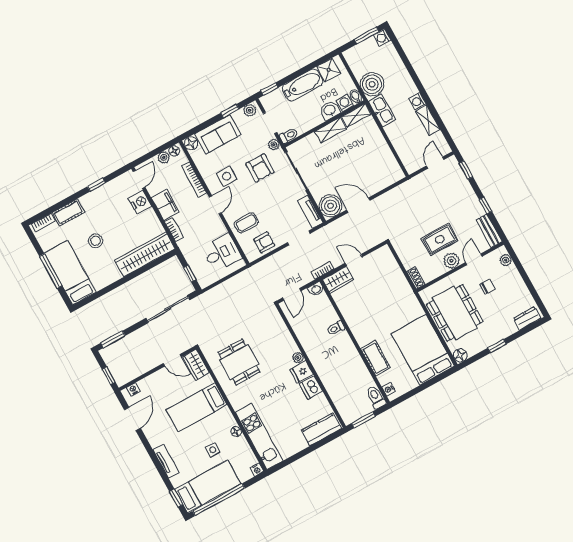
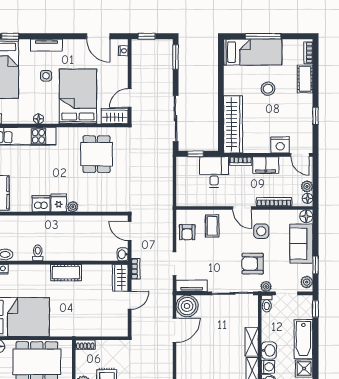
desk: (222, 253) -> (214, 172), moved, turned 180
toilet: (336, 328) -> (38, 253), moved
cot: (376, 358) -> (66, 273), moved
dining table: (239, 362) -> (97, 154), turned 90
bed: (196, 407) -> (78, 96), width x1.50
side table: (213, 450) -> (46, 76), moved

